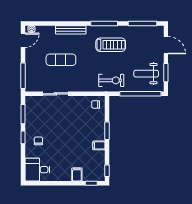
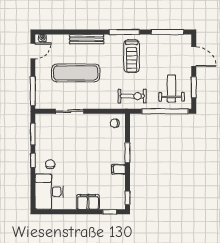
treadmill: (111, 45) -> (132, 56), turned 90
exercise mat: (61, 60) -> (76, 73), width x1.36, depth x1.45
weight bench: (146, 74) -> (172, 89), turned 90
desk: (37, 170) -> (49, 192), width x1.37
filing cabinet: (77, 174) -> (88, 202), width x2.00

